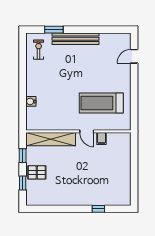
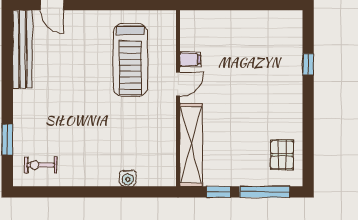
bench: (75, 39) -> (22, 49), moved
pallet: (37, 172) -> (282, 155), moved
window: (23, 183) -> (265, 192), width x2.17

